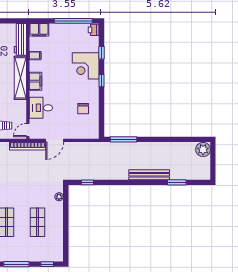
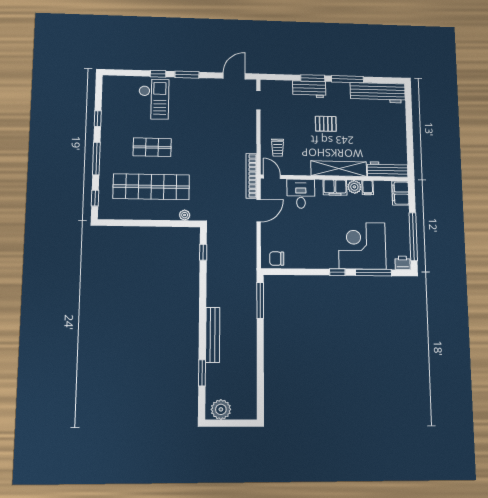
window: (101, 53) -> (373, 273), width x2.17
plant: (35, 66) -> (354, 187), added
corner desk: (86, 66) -> (362, 246), width x1.36, depth x1.36
chair: (83, 109) -> (277, 259), moved
door: (55, 140) -> (259, 211), swing flipped
plant: (203, 150) -> (221, 409), moved
shop shelf: (37, 222) -> (151, 187), width x2.00, depth x1.36

